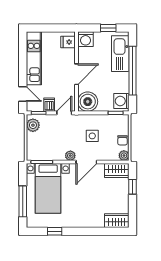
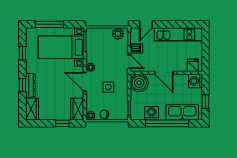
washing machine: (121, 101) -> (152, 113), moved
dresser: (90, 223) -> (30, 85), added
window: (90, 231) -> (22, 85), added

